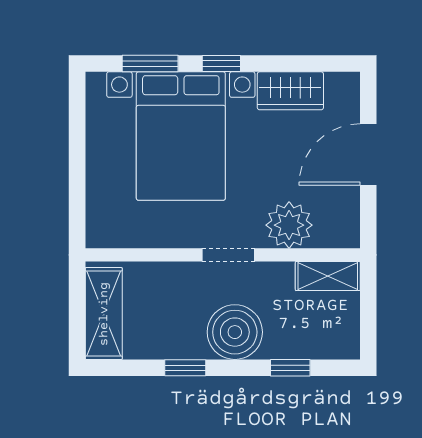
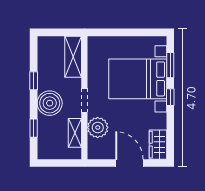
wardrobe: (290, 91) -> (158, 145), moved
shelving: (328, 276) -> (75, 133), moved
shelving: (104, 314) -> (73, 57), moved, turned 90

